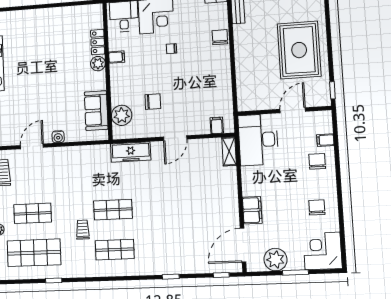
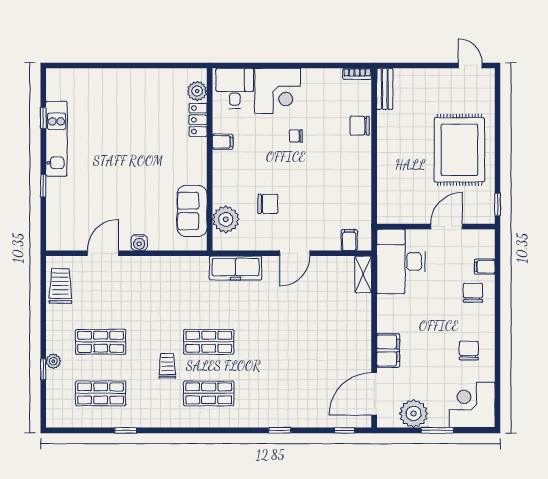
chair: (220, 37) -> (360, 126), turned -90
plant: (98, 64) -> (197, 91), moved
shop shelf: (34, 253) -> (101, 393), width x0.70, depth x0.74

